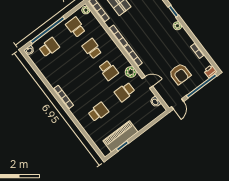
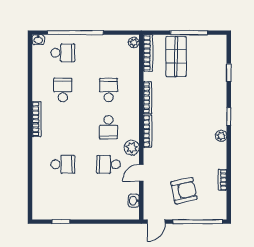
school desk: (76, 27) -> (63, 90), moved
printer: (210, 71) -> (219, 213), removed
armchair: (180, 74) -> (184, 191), turned -102
door: (147, 82) -> (141, 173), swing flipped
piano: (120, 136) -> (67, 210), removed

